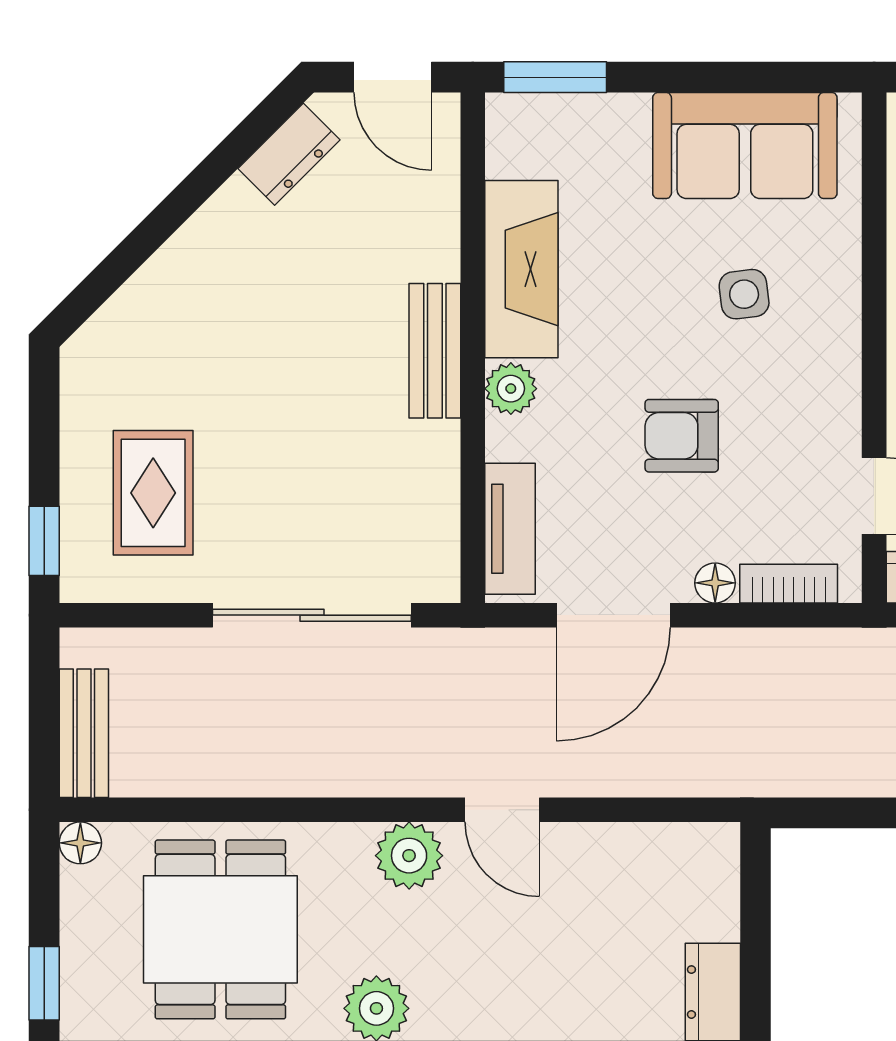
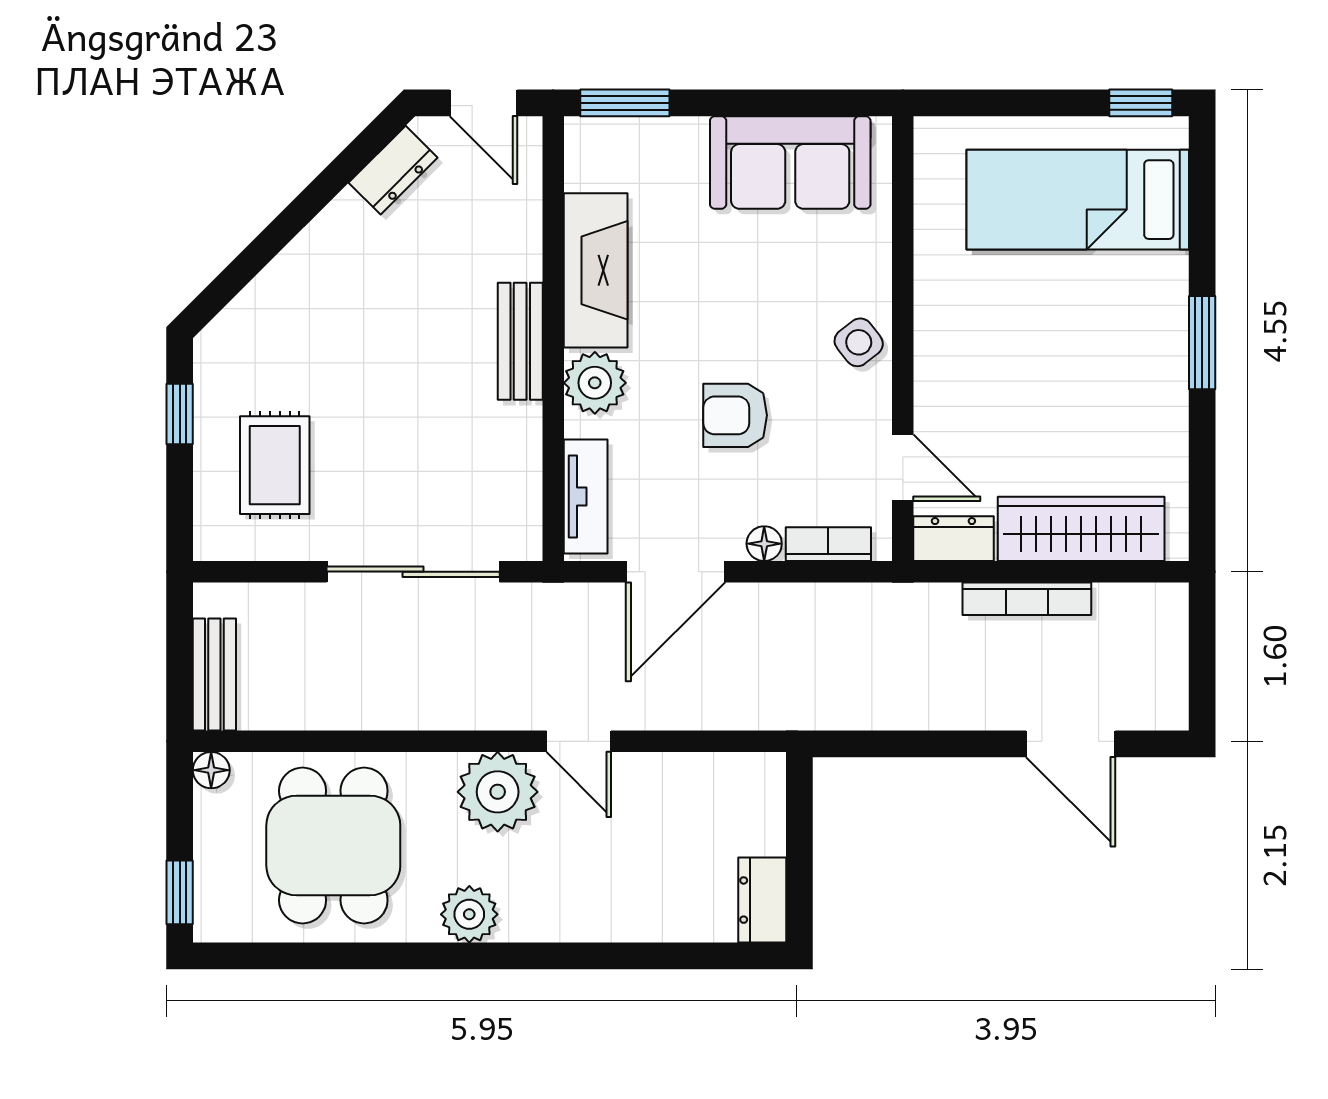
side table: (744, 294) -> (859, 342), moved, turned -31
plant: (511, 389) -> (595, 383), width x1.38, depth x1.38
window: (44, 541) -> (180, 414), moved
plant: (409, 856) -> (498, 792), width x1.36, depth x1.36

